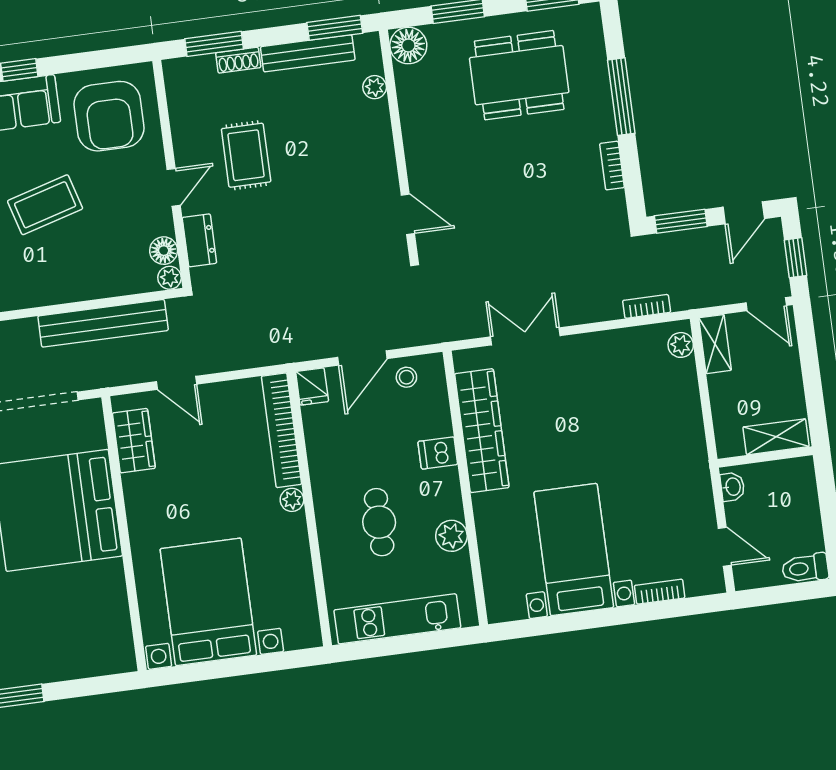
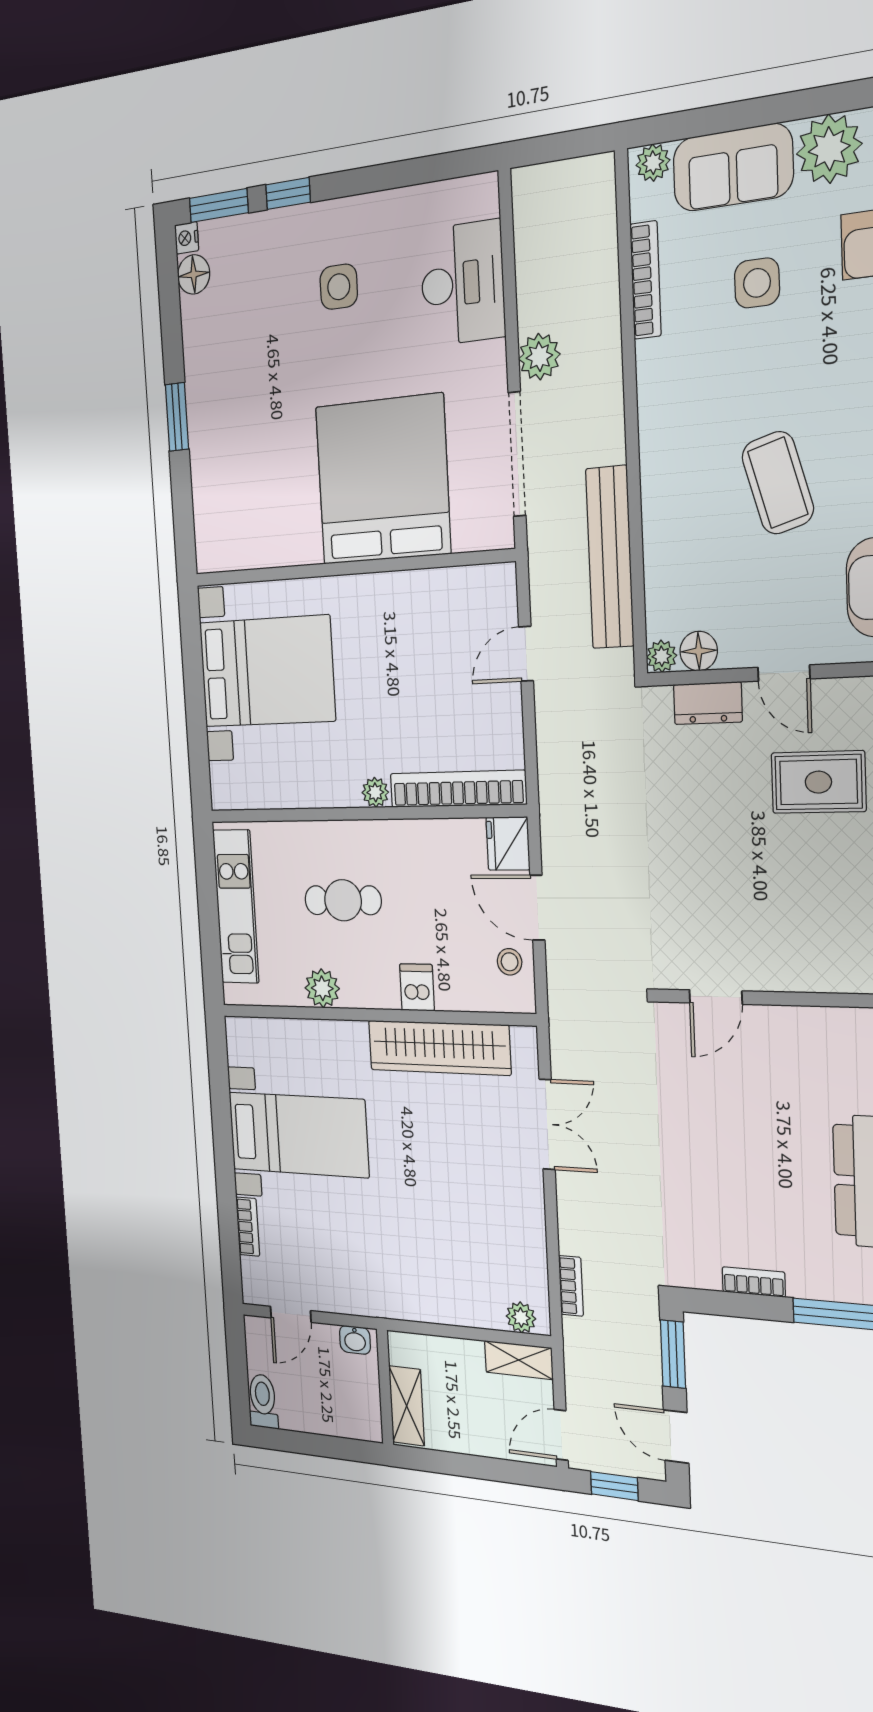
fridge: (312, 387) -> (508, 843), width x1.38
wardrobe: (134, 441) -> (459, 590), removed

